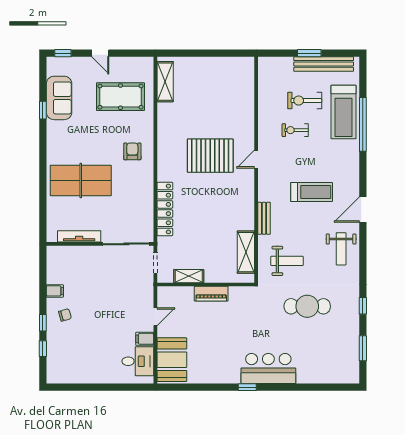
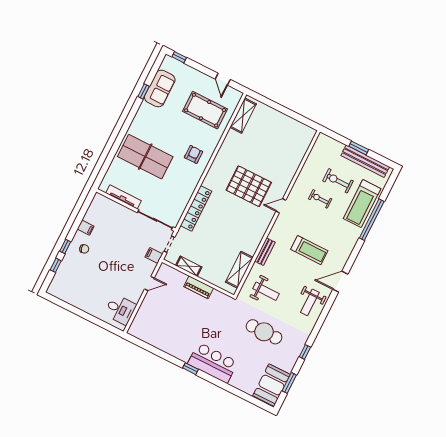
door: (100, 53) -> (223, 79), moved
filing cabinet: (145, 339) -> (154, 255), moved
booth: (172, 360) -> (271, 385), moved

